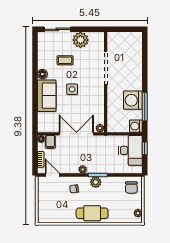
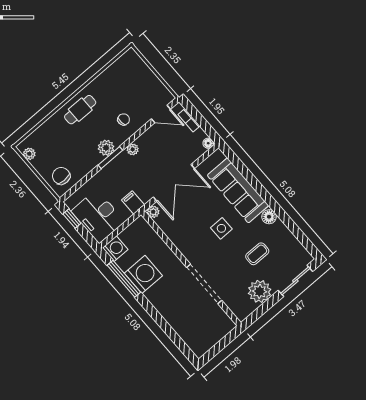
sofa: (47, 96) -> (238, 190), width x1.36
filing cabinet: (50, 142) -> (133, 202), moved
window: (145, 148) -> (72, 219), moved
cafe table: (92, 213) -> (80, 110), width x0.73, depth x0.74

